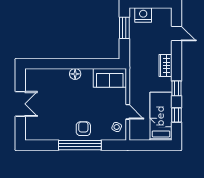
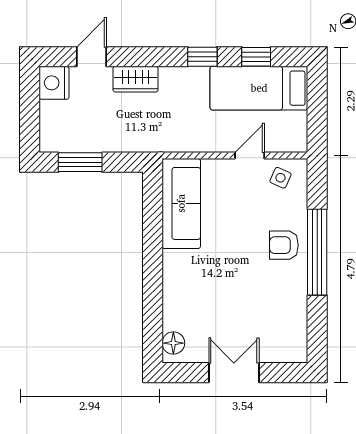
nightstand: (143, 15) -> (54, 83), moved
wardrobe: (165, 65) -> (135, 79), moved
floor lamp: (75, 74) -> (173, 343), moved
sofa: (110, 78) -> (181, 203), width x1.36

